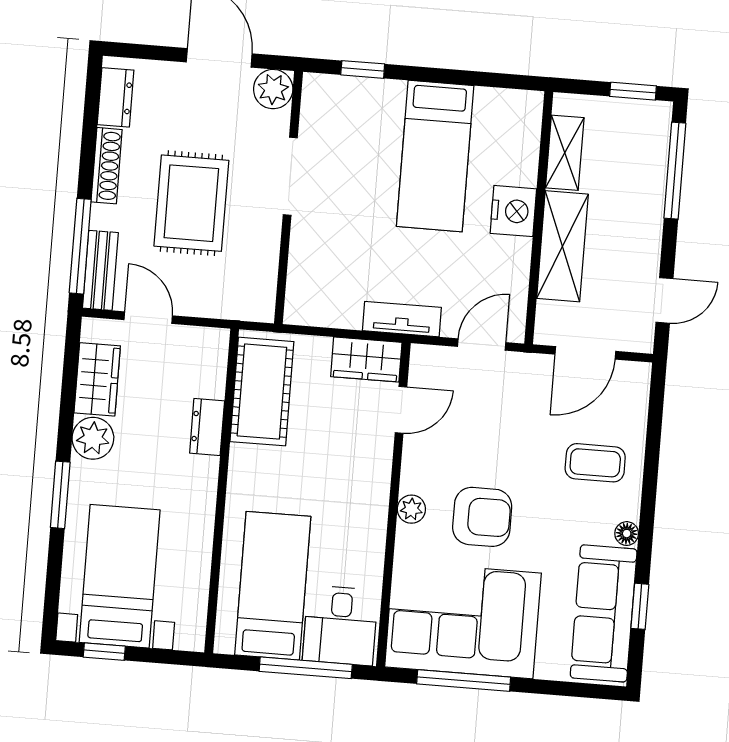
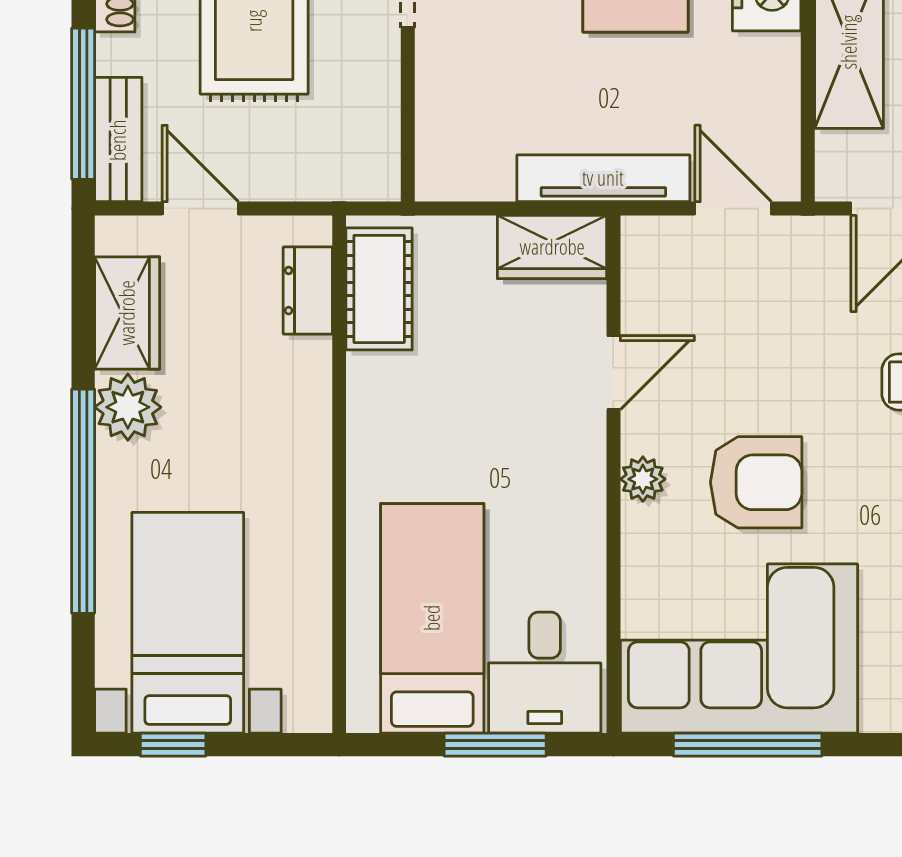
tv unit: (402, 319) -> (603, 178), width x1.41
door: (482, 344) -> (733, 209), hinge flipped
cot: (262, 392) -> (379, 289), width x0.73, depth x0.75
door: (401, 410) -> (613, 373), moved
dresser: (207, 427) -> (308, 291), moved
window: (60, 495) -> (83, 501), width x2.11
window: (306, 668) -> (495, 745), width x0.69

